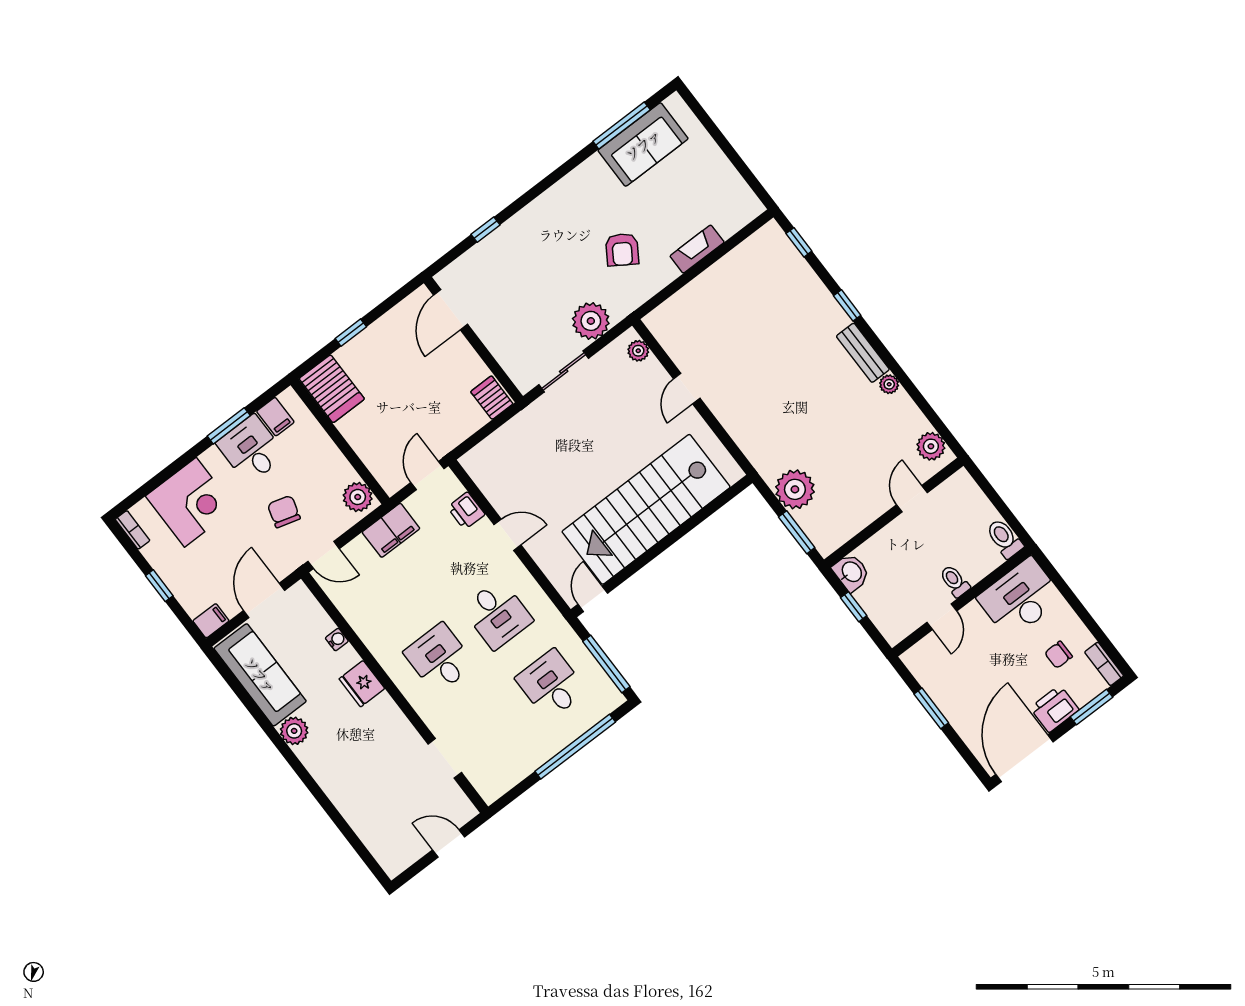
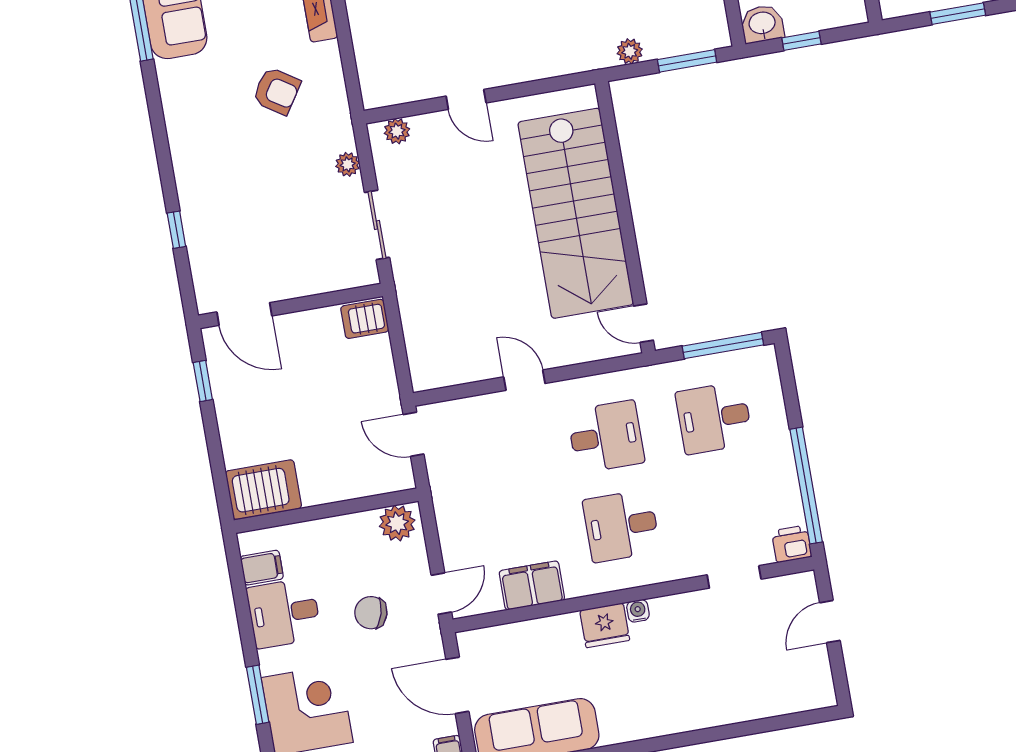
plant: (591, 321) -> (348, 164), width x0.53, depth x0.53
window: (351, 333) -> (203, 381), moved
window: (229, 426) -> (258, 695), moved
plant: (795, 489) -> (630, 51), width x0.53, depth x0.53
printer: (466, 511) -> (792, 544), moved, turned 180
filing cabinet: (391, 530) -> (532, 585), moved, turned -90
door: (507, 535) -> (524, 380), hinge flipped
water cooler: (337, 640) -> (638, 611), moved
plant: (294, 731) -> (618, 727), removed
window: (575, 747) -> (806, 486), moved

